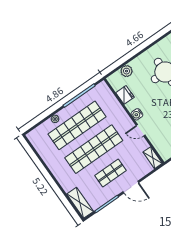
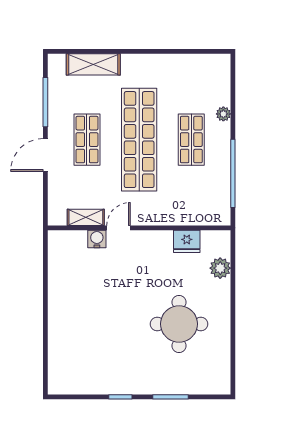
water cooler: (137, 114) -> (97, 239), moved
shop shelf: (77, 125) -> (191, 140), width x0.50, depth x0.74
shelving: (153, 158) -> (86, 217), moved
shelving: (80, 203) -> (93, 64), moved

